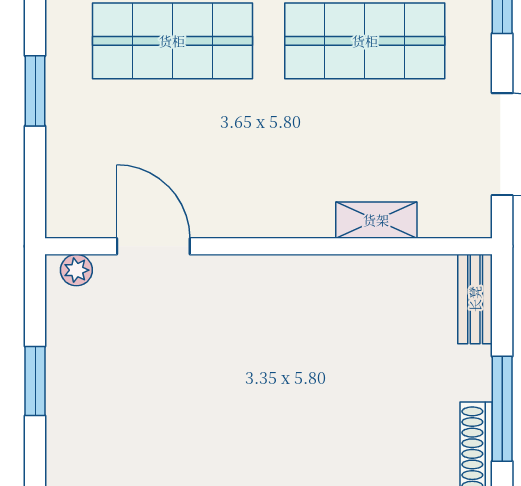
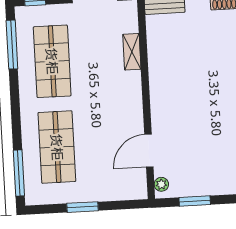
window: (35, 381) -> (195, 201), moved

